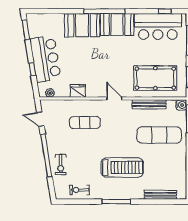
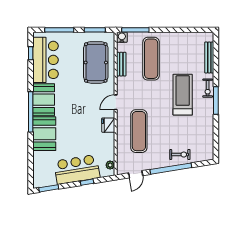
fridge: (78, 91) -> (108, 125), moved
bench: (149, 104) -> (121, 64), width x0.73
exercise mat: (85, 122) -> (139, 131), width x1.36, depth x1.45
exercise bike: (79, 190) -> (208, 88), moved

